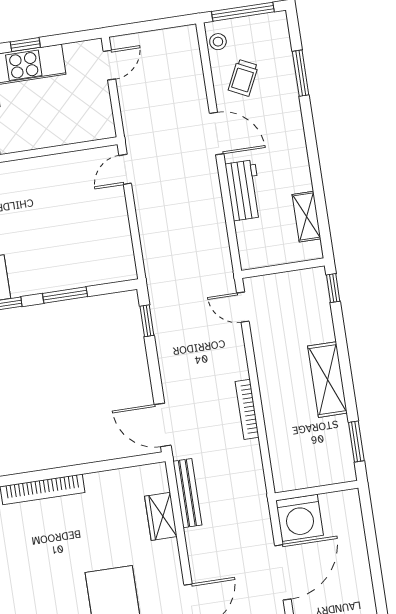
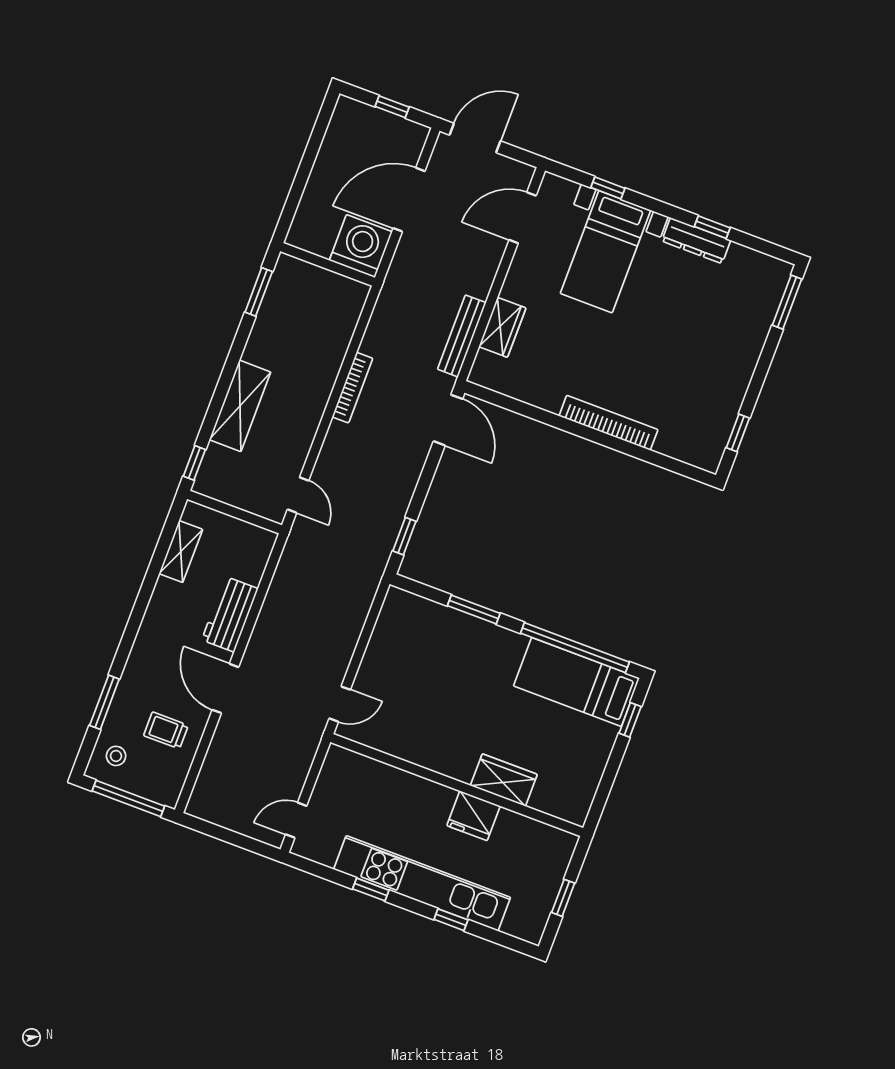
stool: (218, 42) -> (116, 756), moved
trolley: (243, 78) -> (166, 730), turned -116
shelving: (327, 380) -> (240, 406), moved

